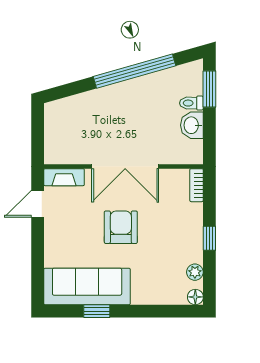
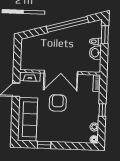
sofa: (87, 286) -> (27, 119), moved, turned 90

